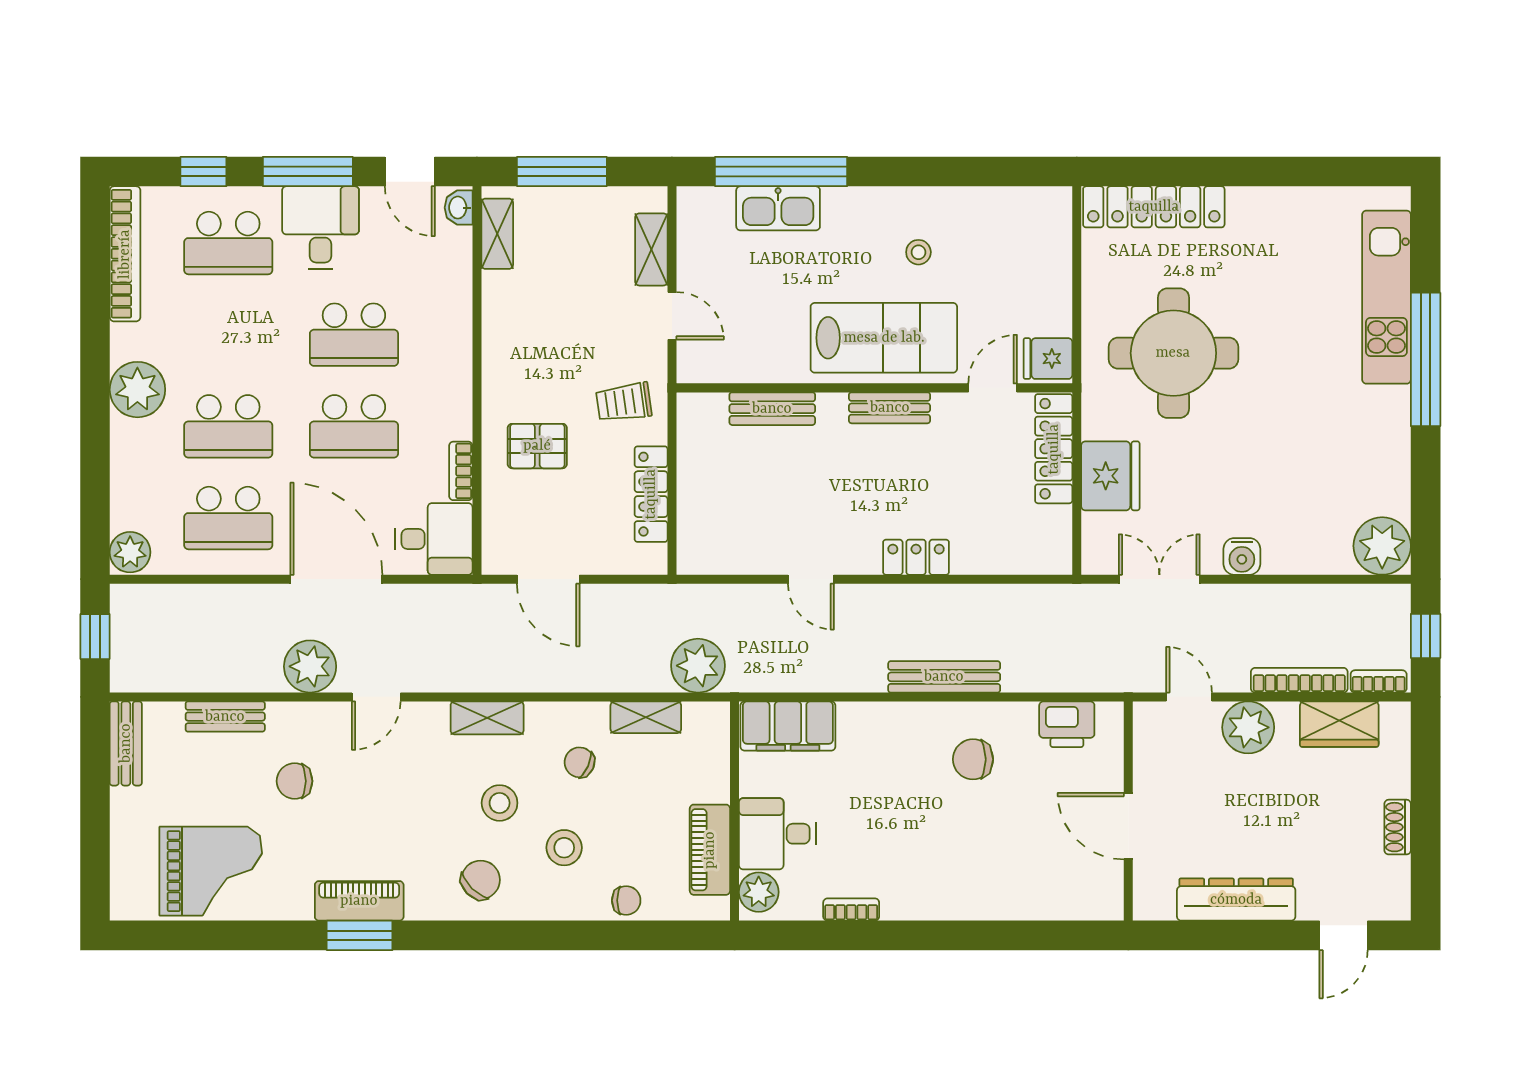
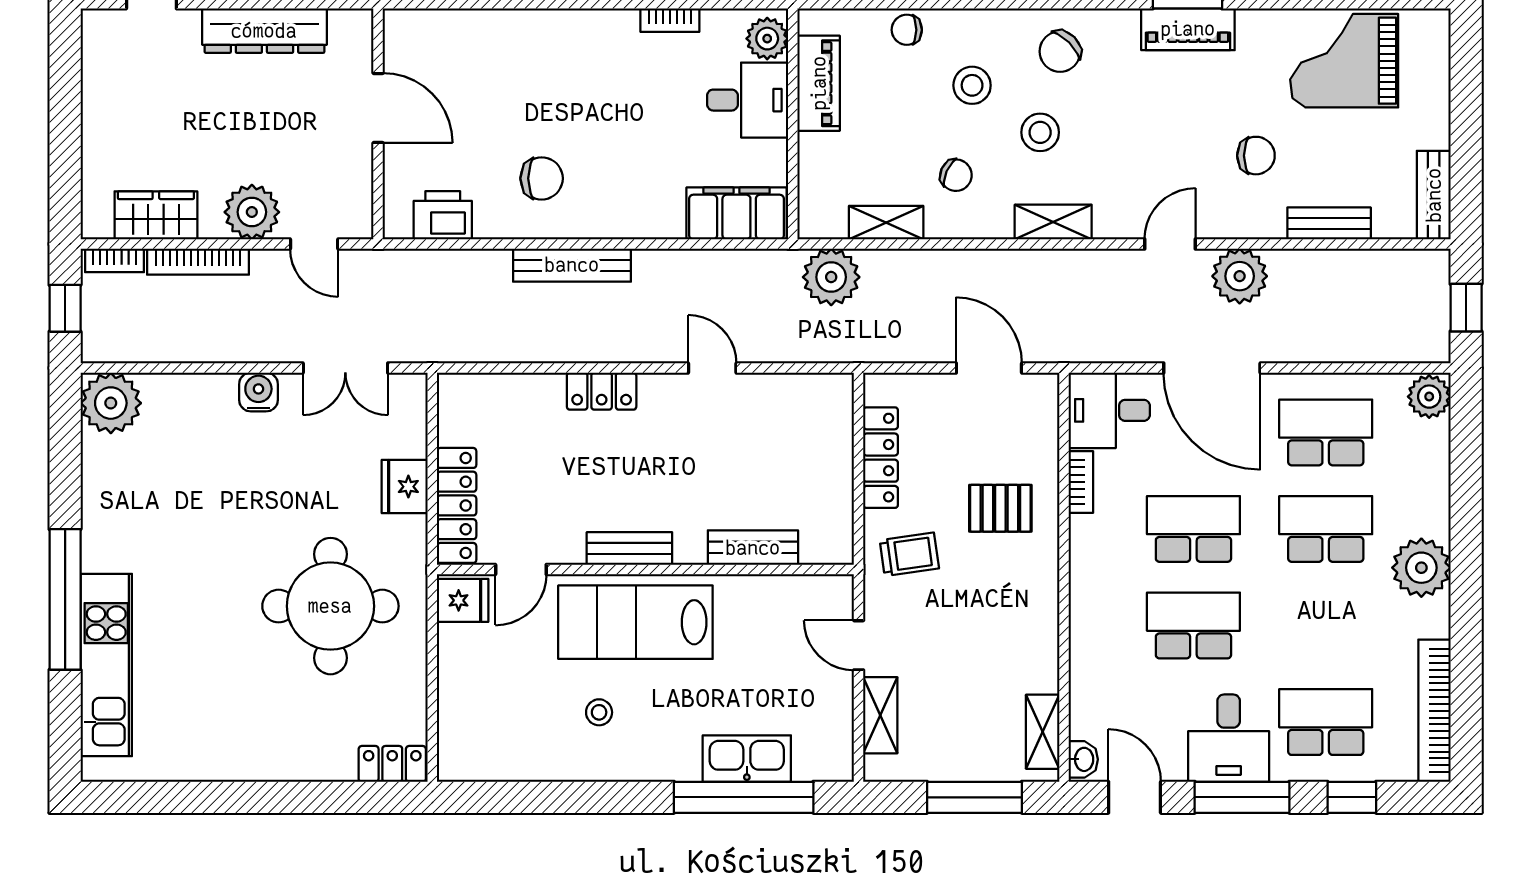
locker: (1154, 207) -> (392, 764), width x0.46, depth x0.83
fridge: (1110, 476) -> (405, 487), width x0.73, depth x0.75
shoe rack: (1398, 827) -> (94, 107), removed

